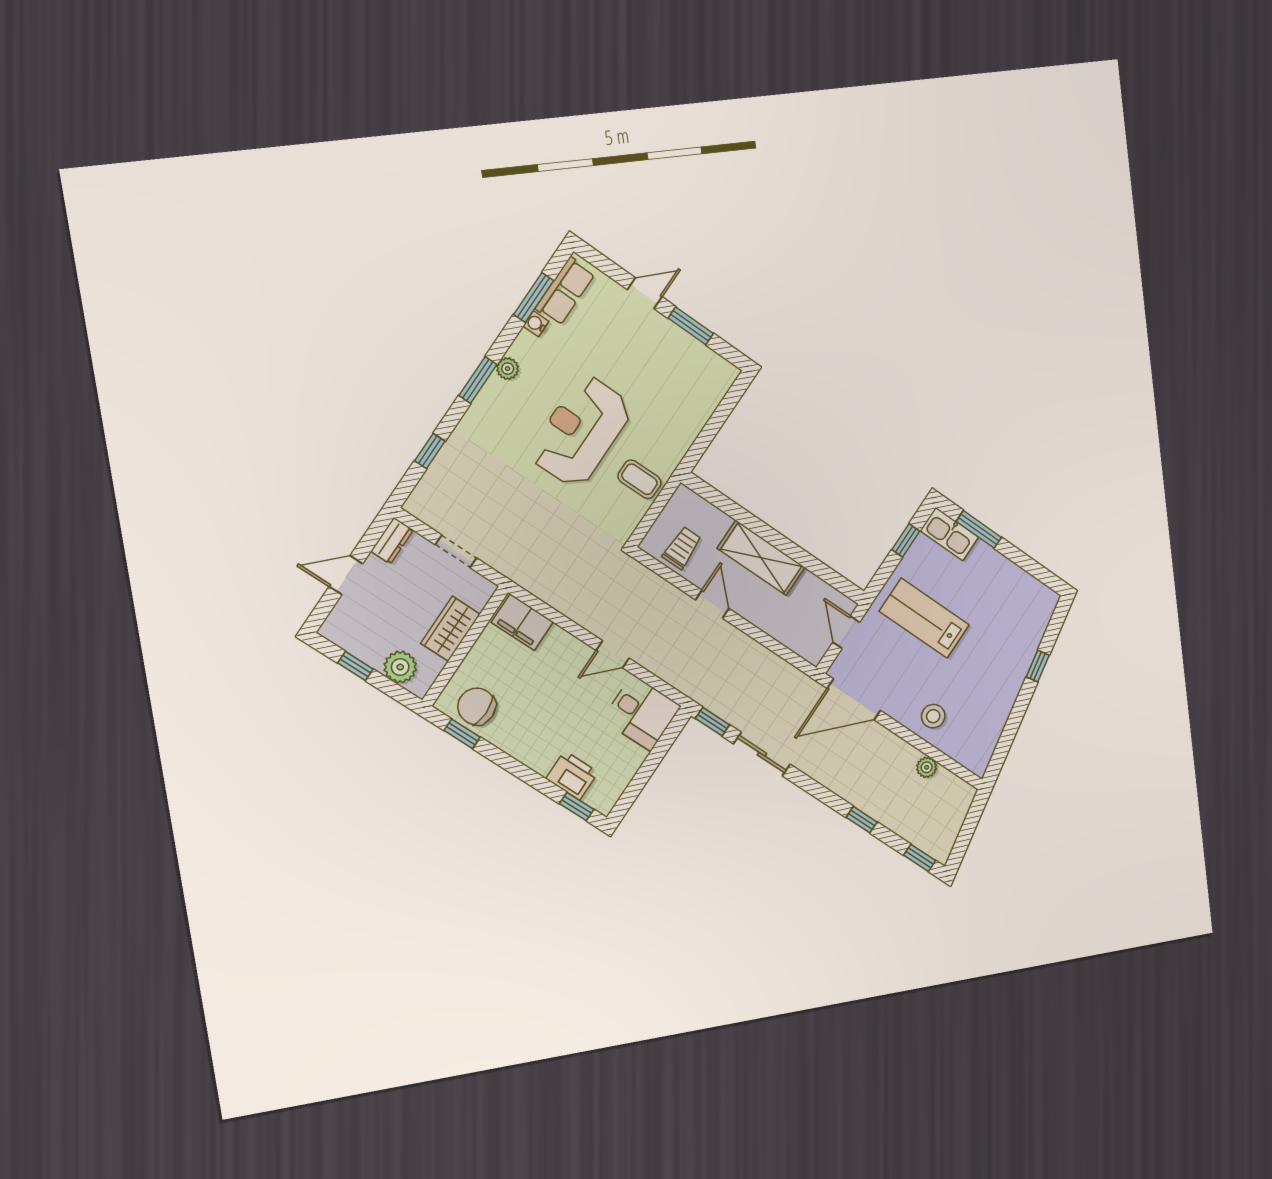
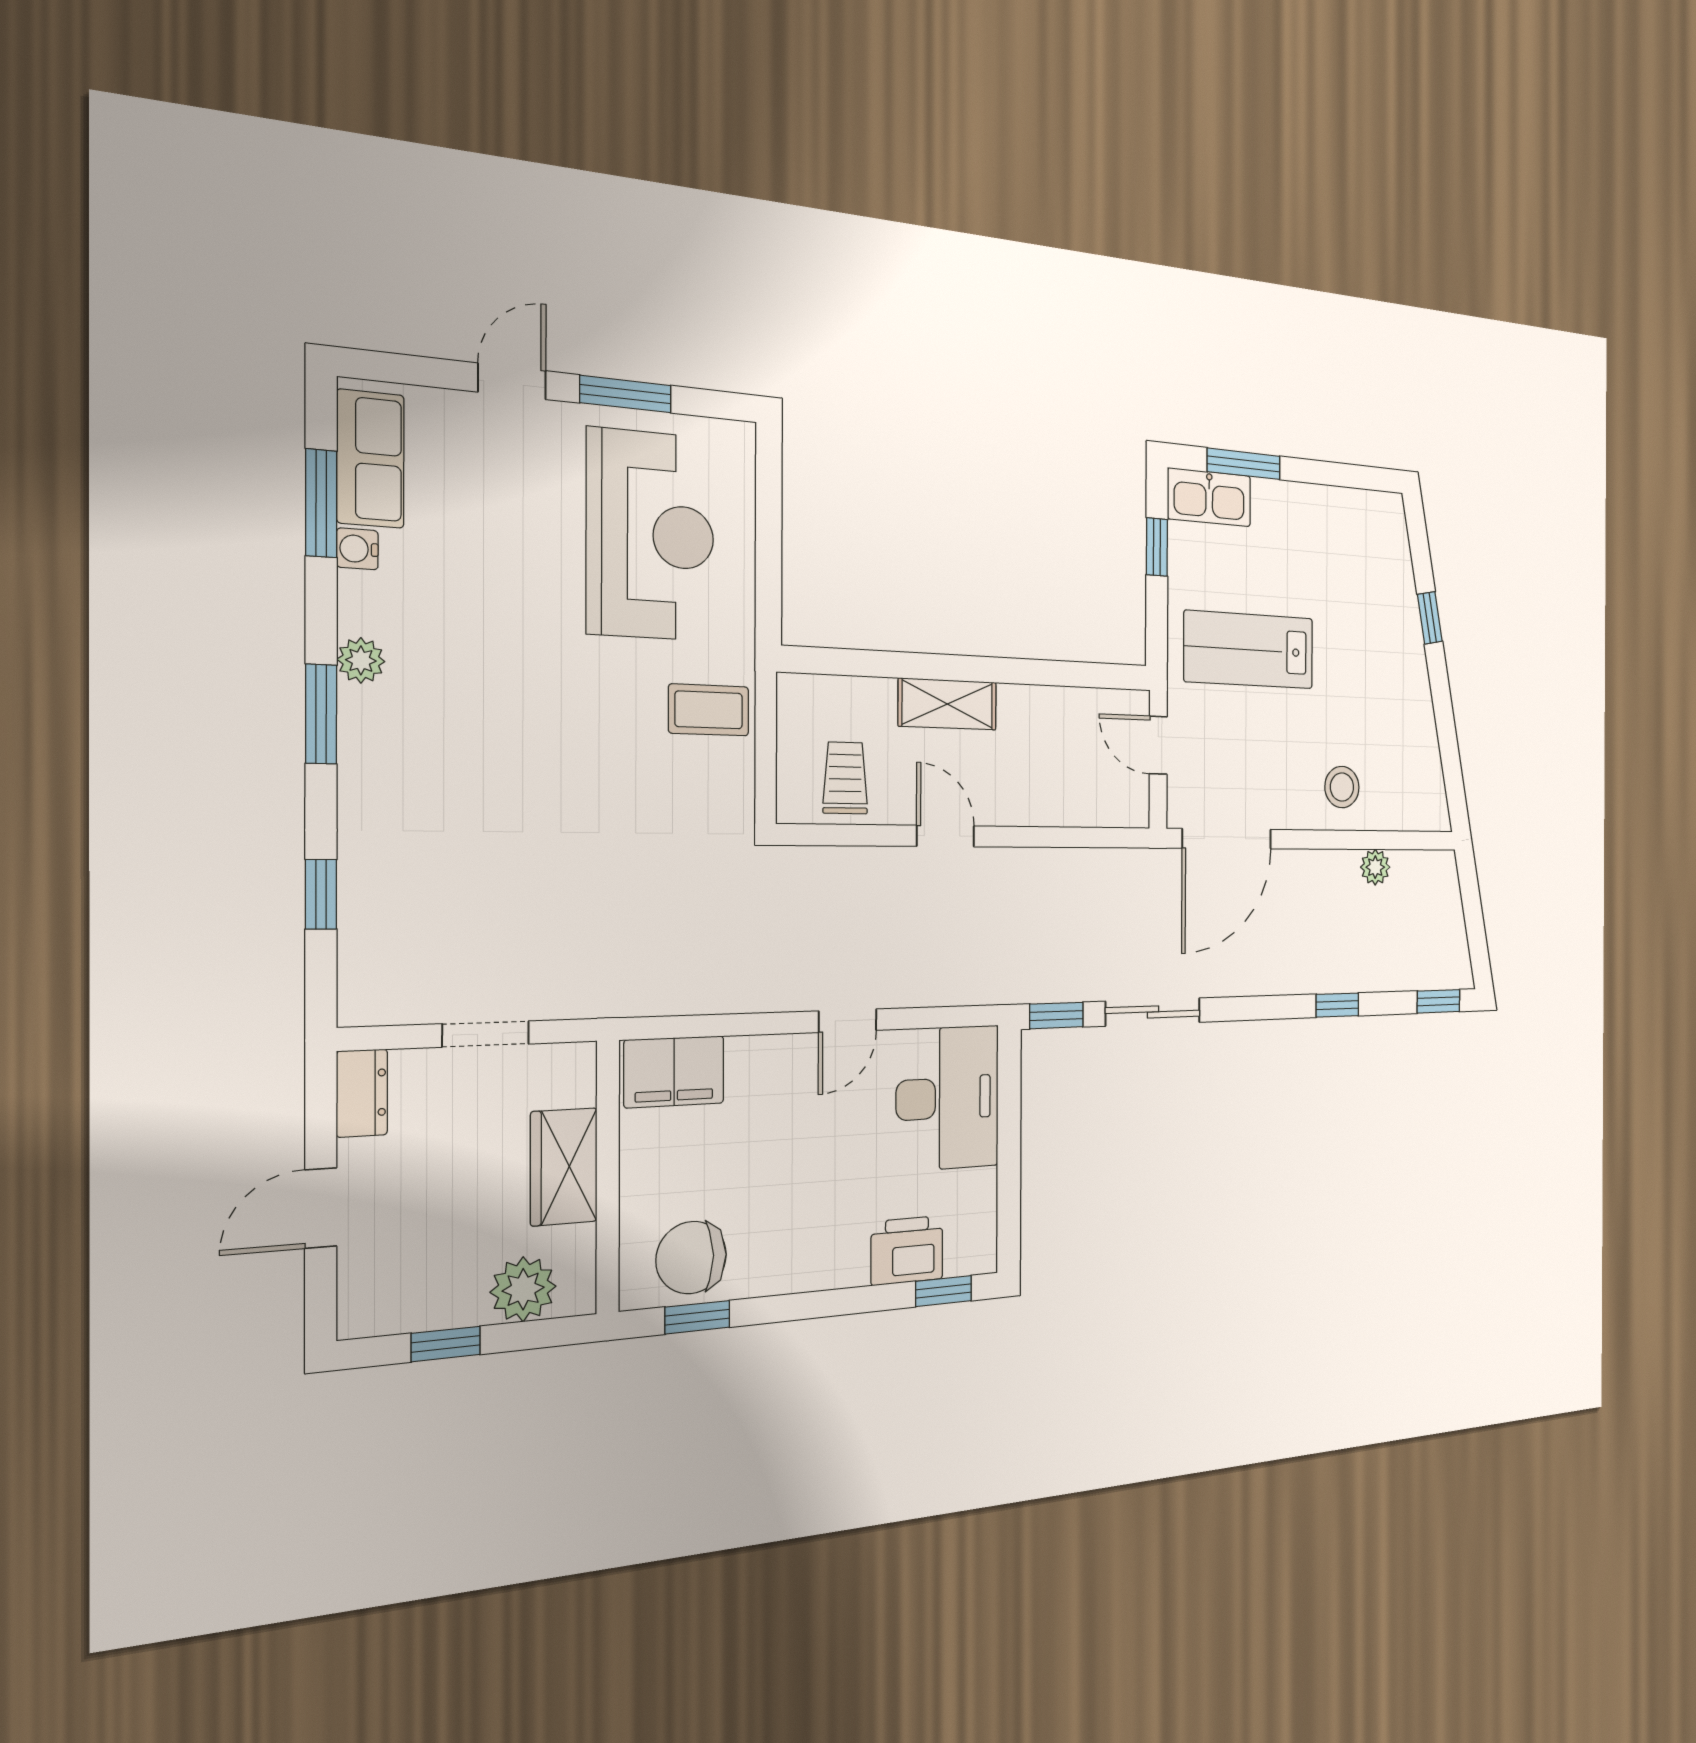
reception desk: (581, 431) -> (650, 535), moved, turned 180
shelving: (761, 558) -> (947, 704), width x0.67, depth x0.75
desk: (642, 713) -> (948, 1098), width x1.37

